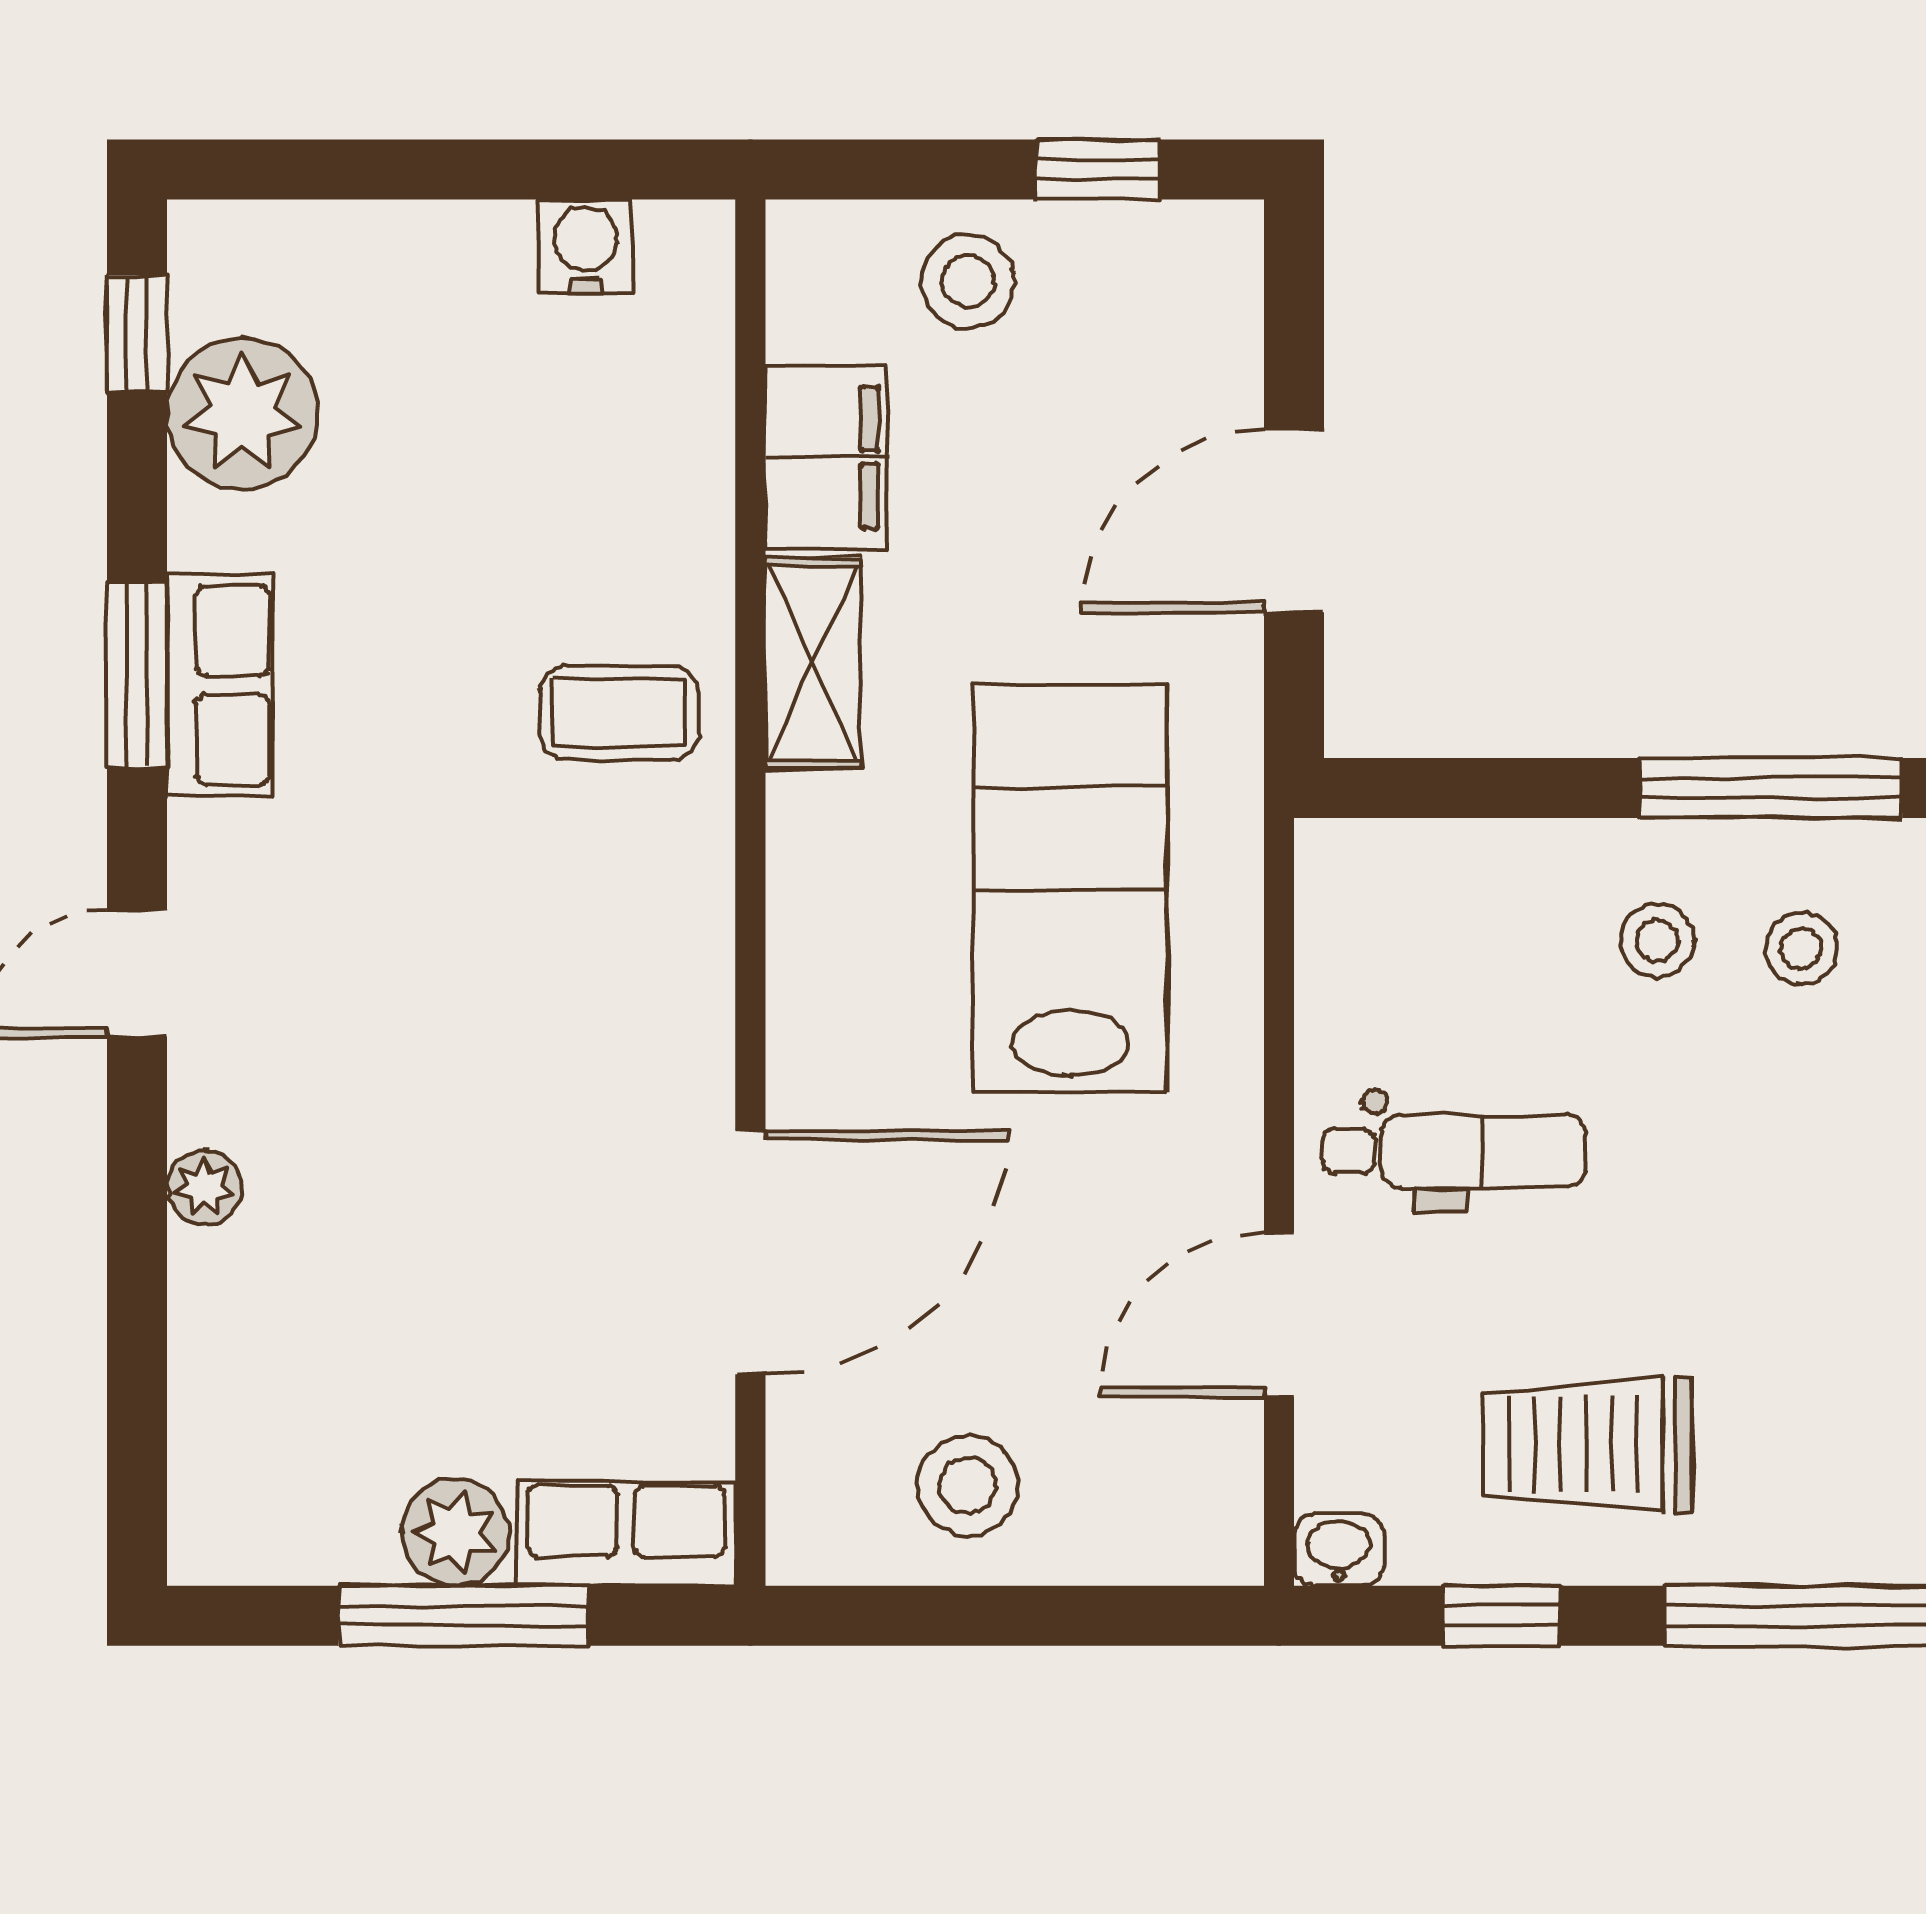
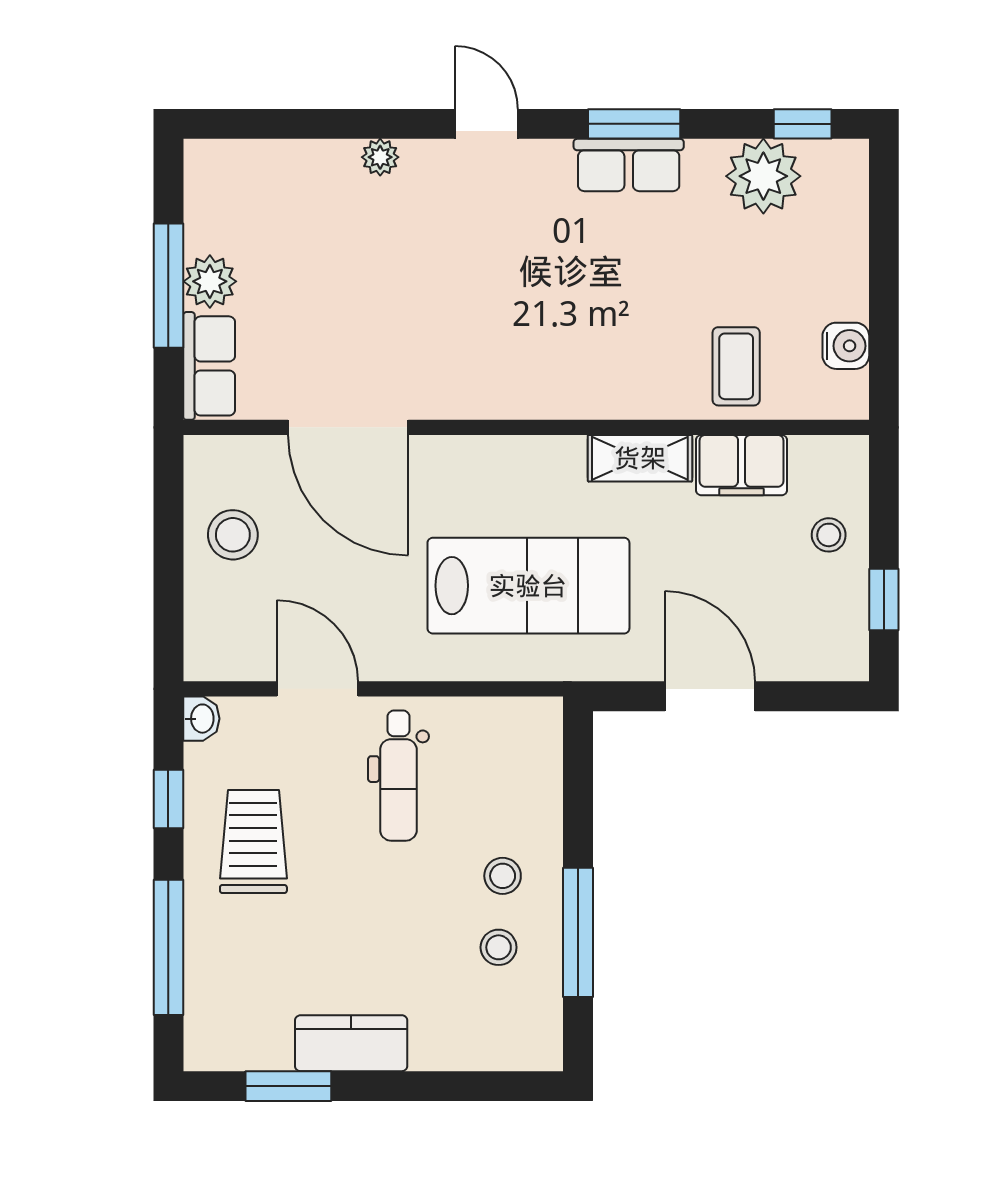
stool: (968, 281) -> (829, 535), width x0.73, depth x0.73
coffee table: (619, 712) -> (736, 366), moved

